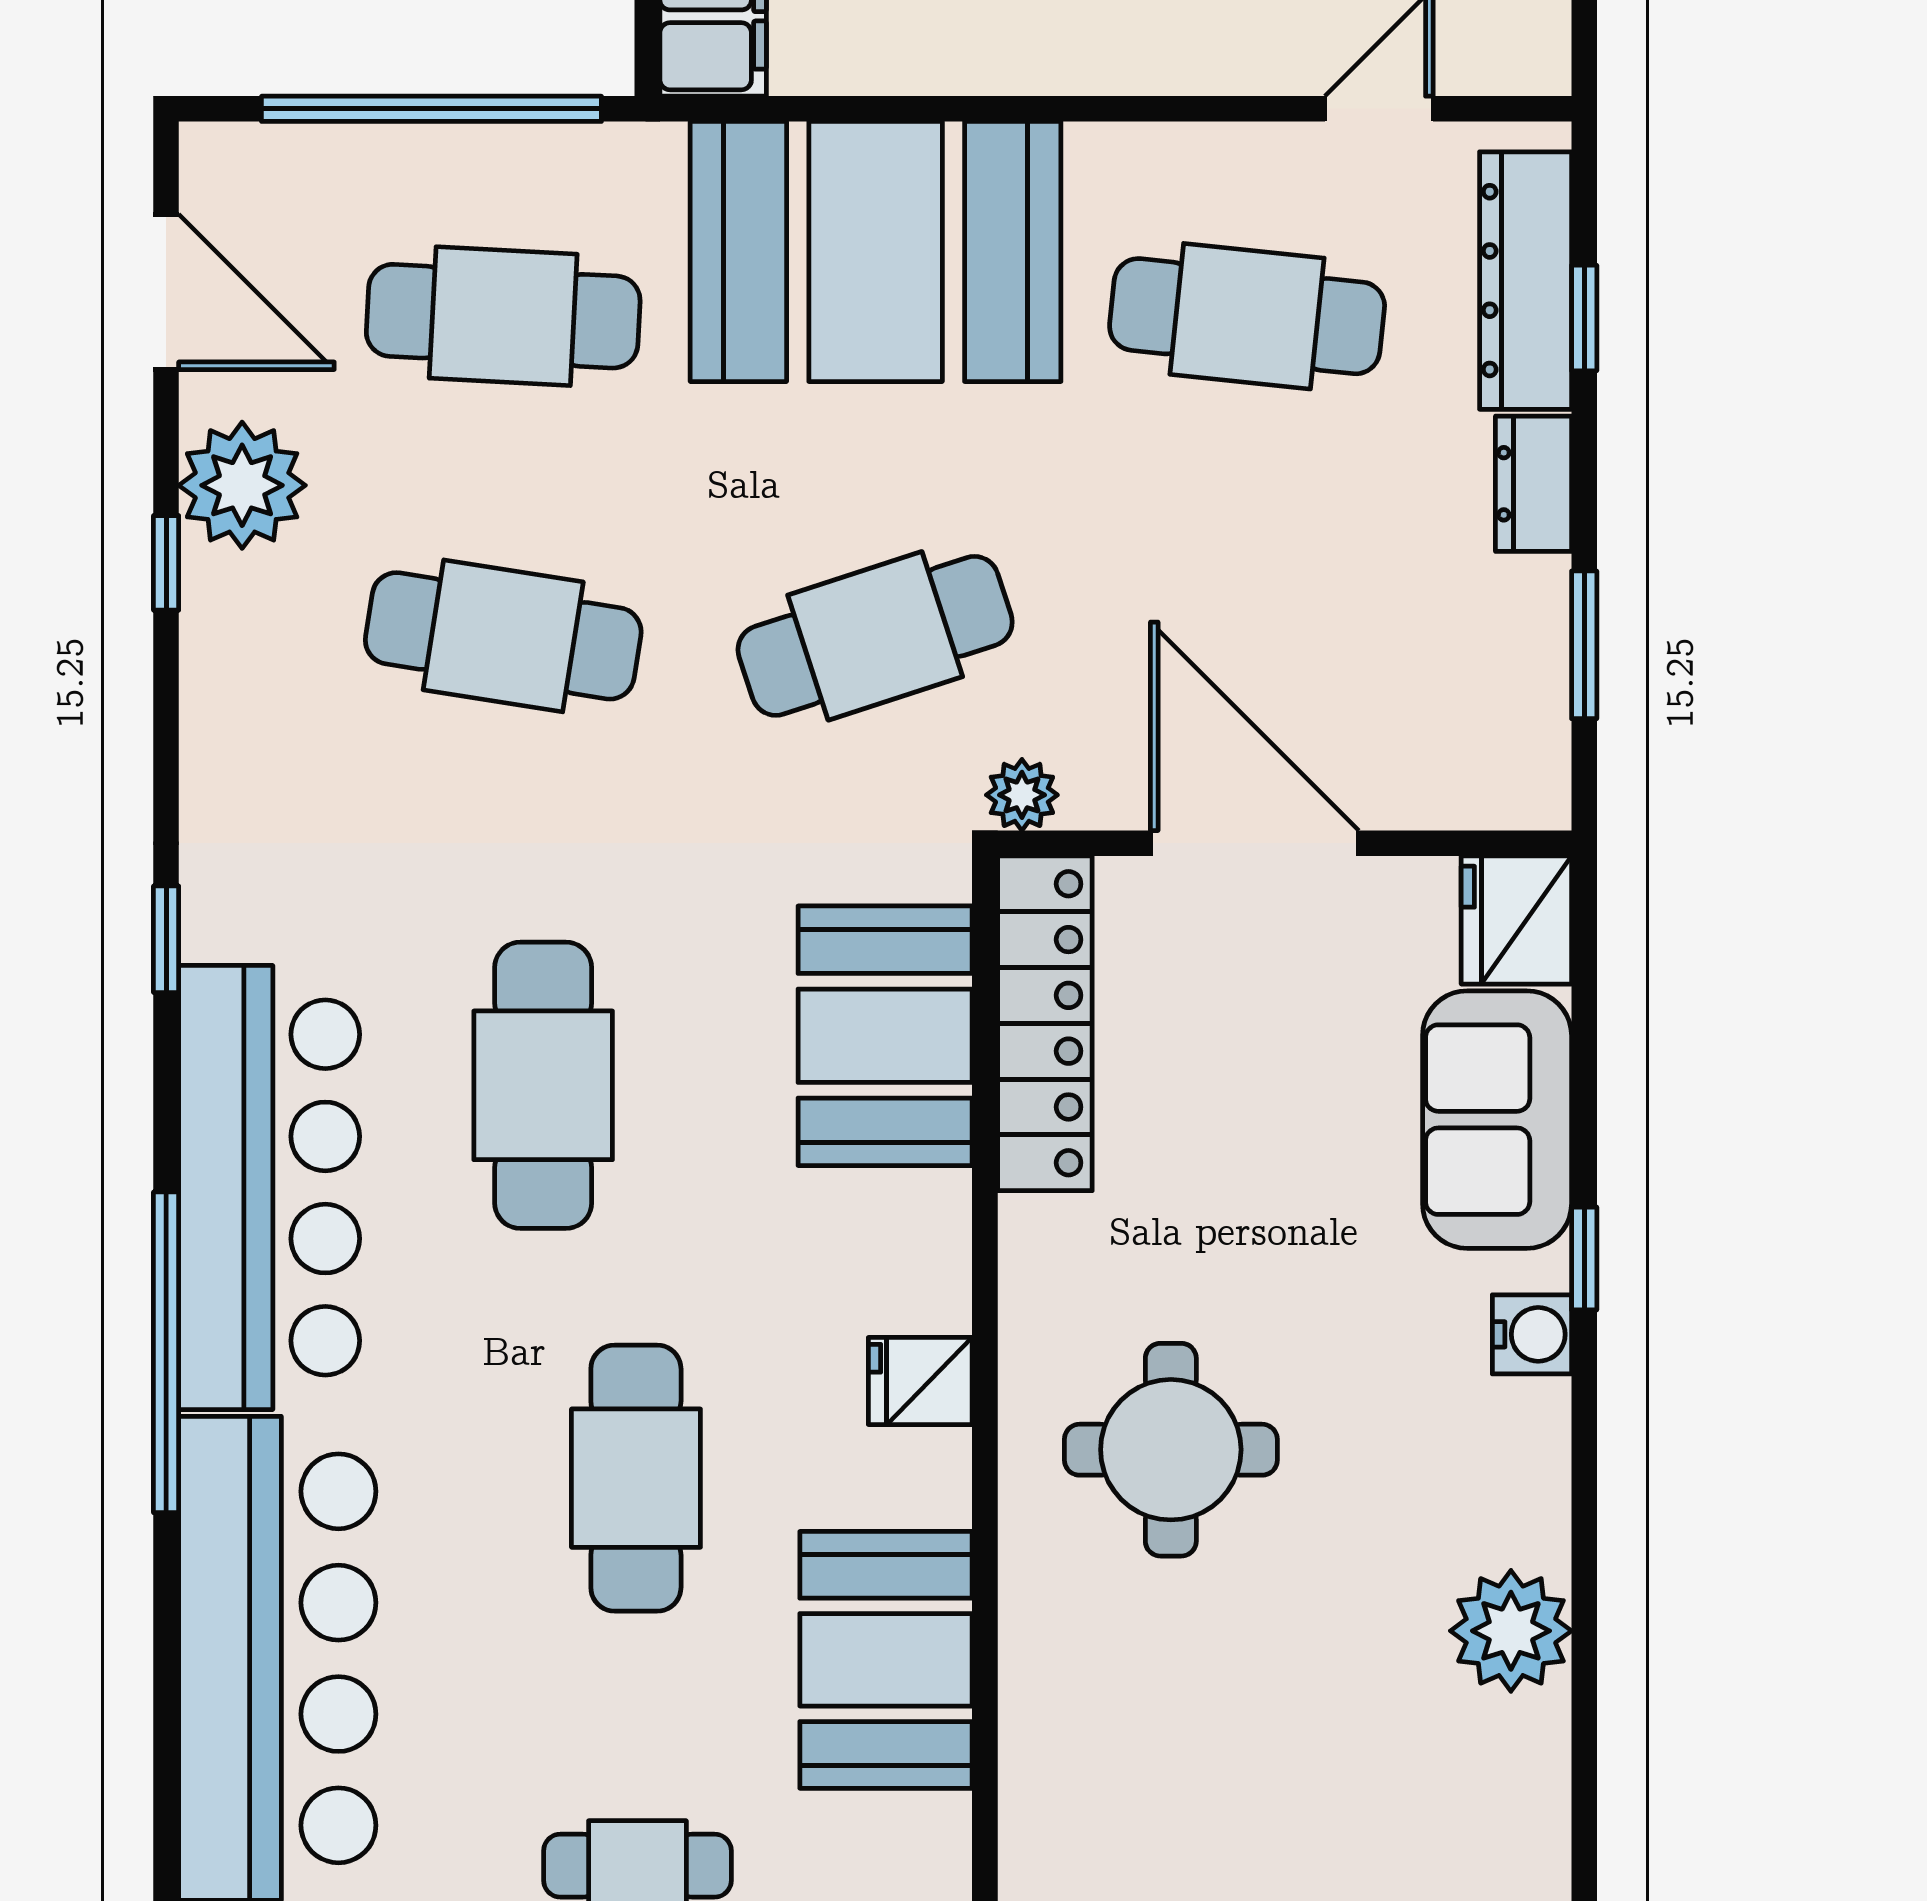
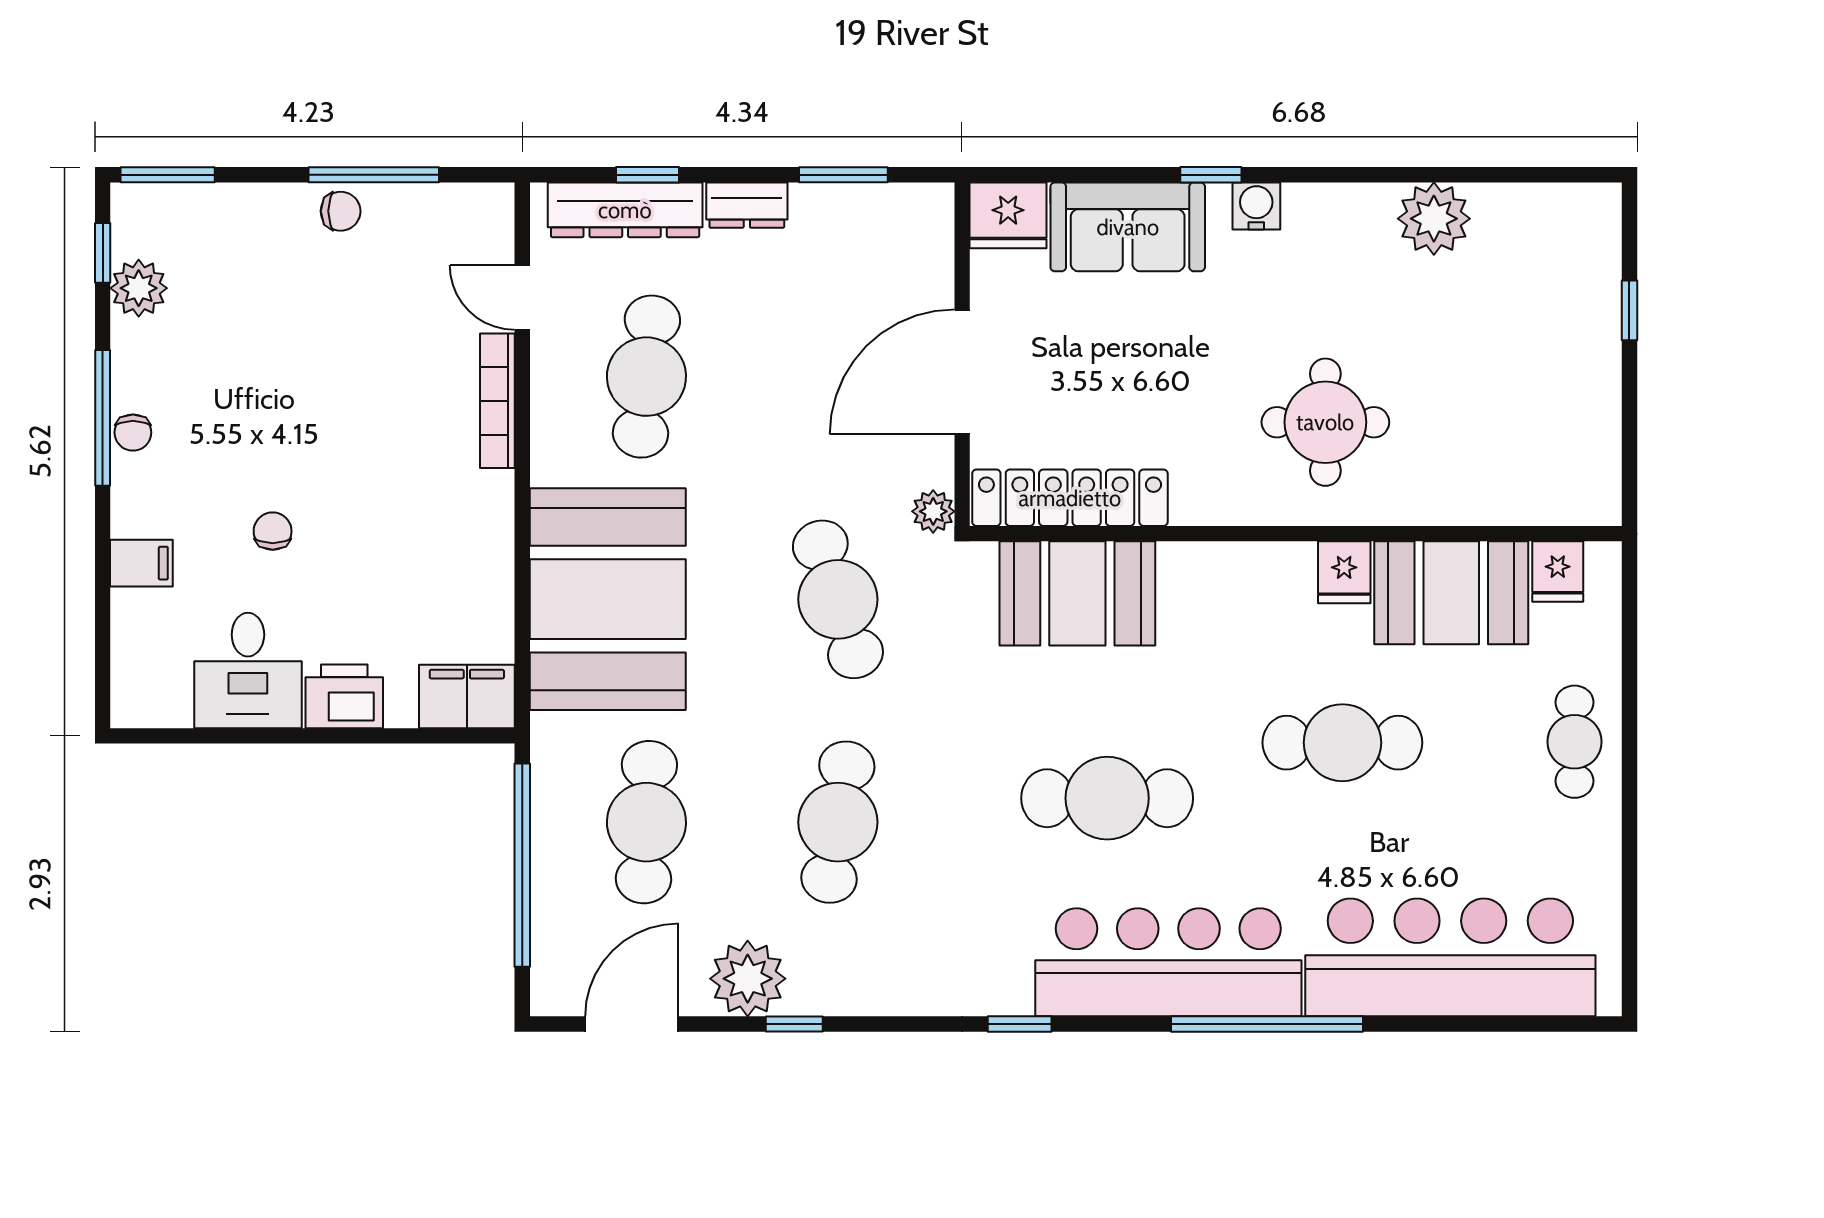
bookcase: (1207, 67) -> (497, 401), added
fridge: (920, 1381) -> (1344, 572), moved
fridge: (922, 1838) -> (1558, 572), added

